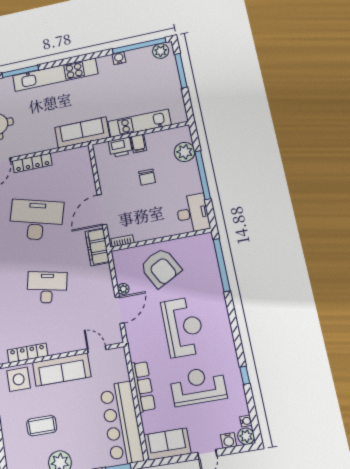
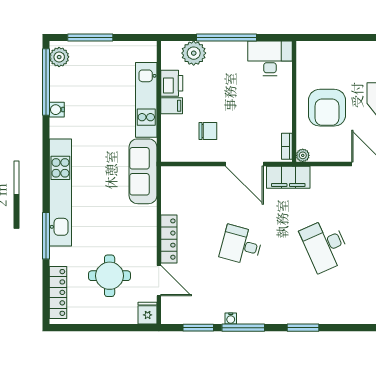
printer: (120, 147) -> (172, 83), moved
chair: (147, 177) -> (208, 131), moved
desk: (36, 220) -> (241, 245), width x0.53, depth x0.77
window: (222, 265) -> (337, 38), removed
armchair: (161, 268) -> (327, 108), turned 118
desk: (47, 287) -> (325, 245), turned -36
plant: (123, 289) -> (303, 155), moved

